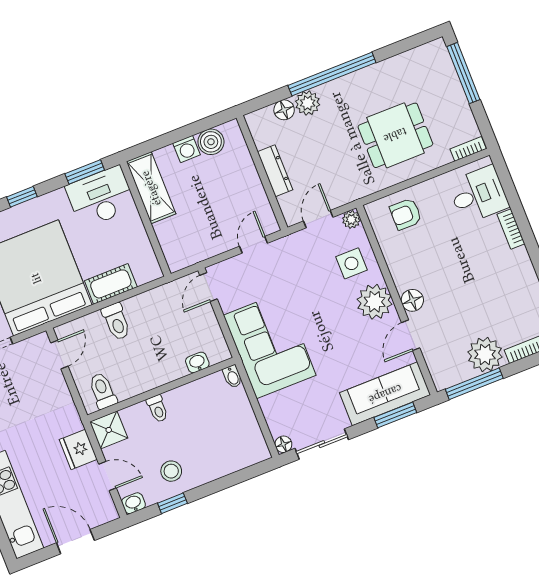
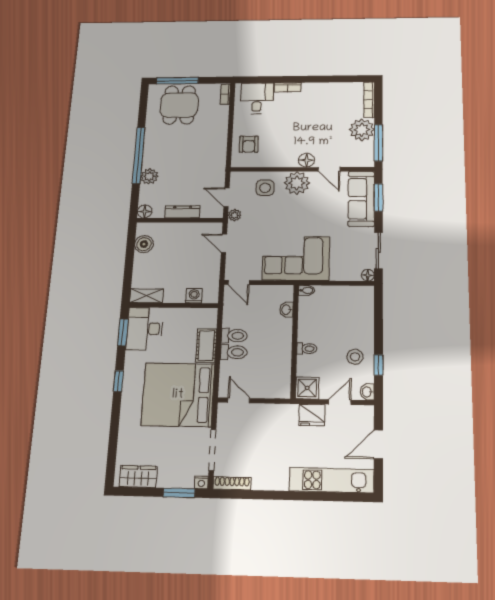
floor lamp: (284, 110) -> (145, 211), moved
dining table: (395, 135) -> (179, 105), moved
washing machine: (187, 149) -> (194, 296), moved, turned -90
shelving: (151, 188) -> (146, 296), width x0.67, depth x0.75
plant: (351, 219) -> (235, 215), moved
toilet: (103, 391) -> (234, 336), moved, turned 180

